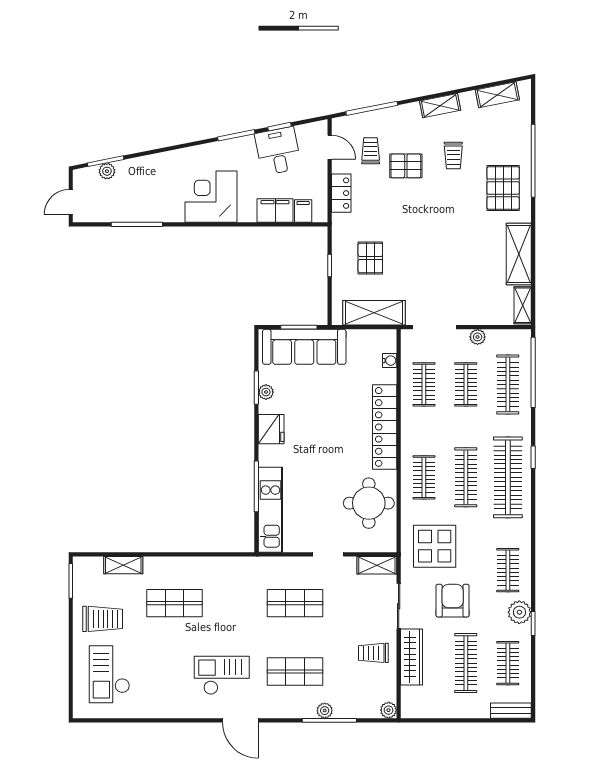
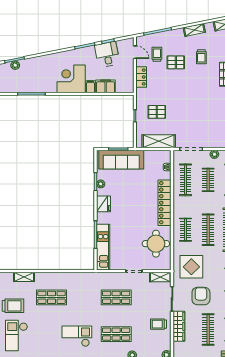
filing cabinet: (303, 211) -> (90, 87), moved
pallet: (370, 258) -> (157, 112), turned 90
clothes rail: (424, 384) -> (186, 180), width x1.36

